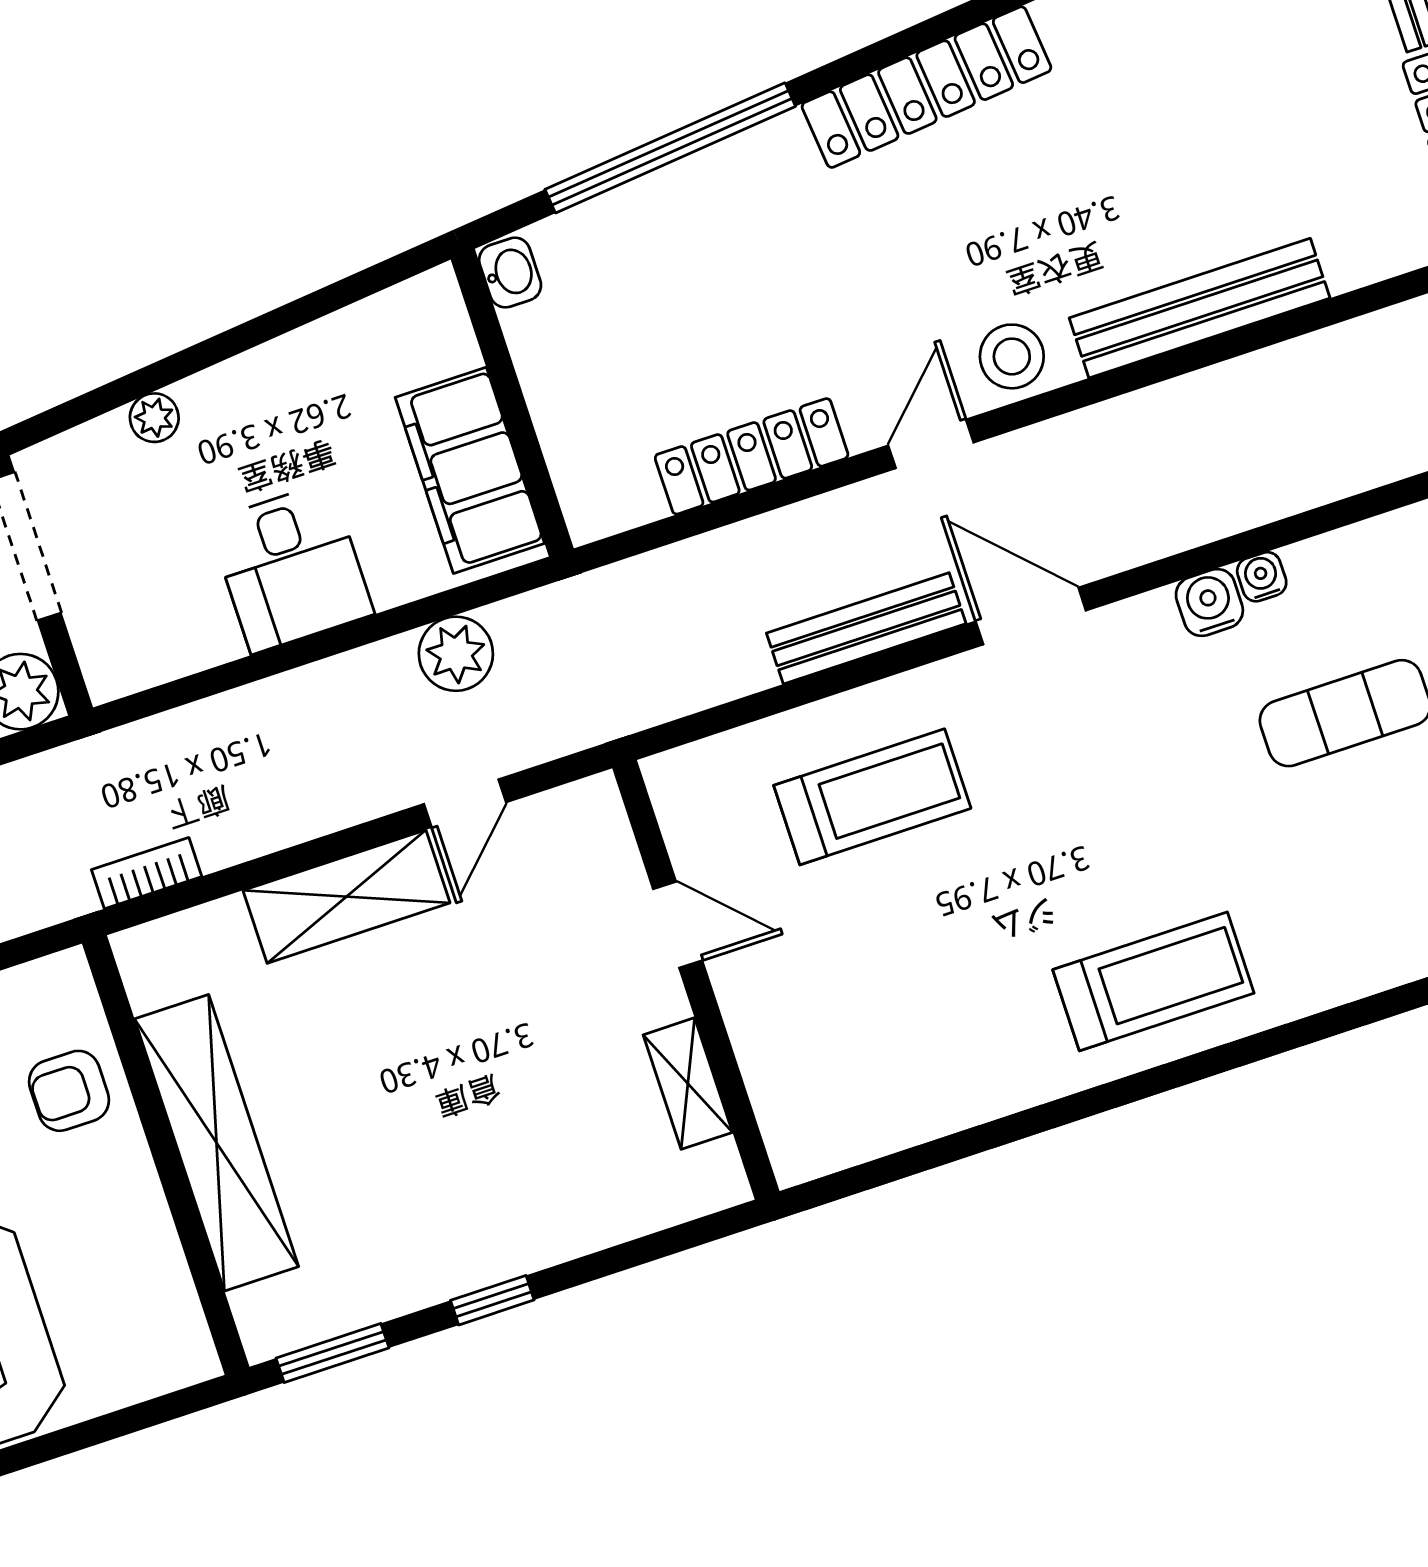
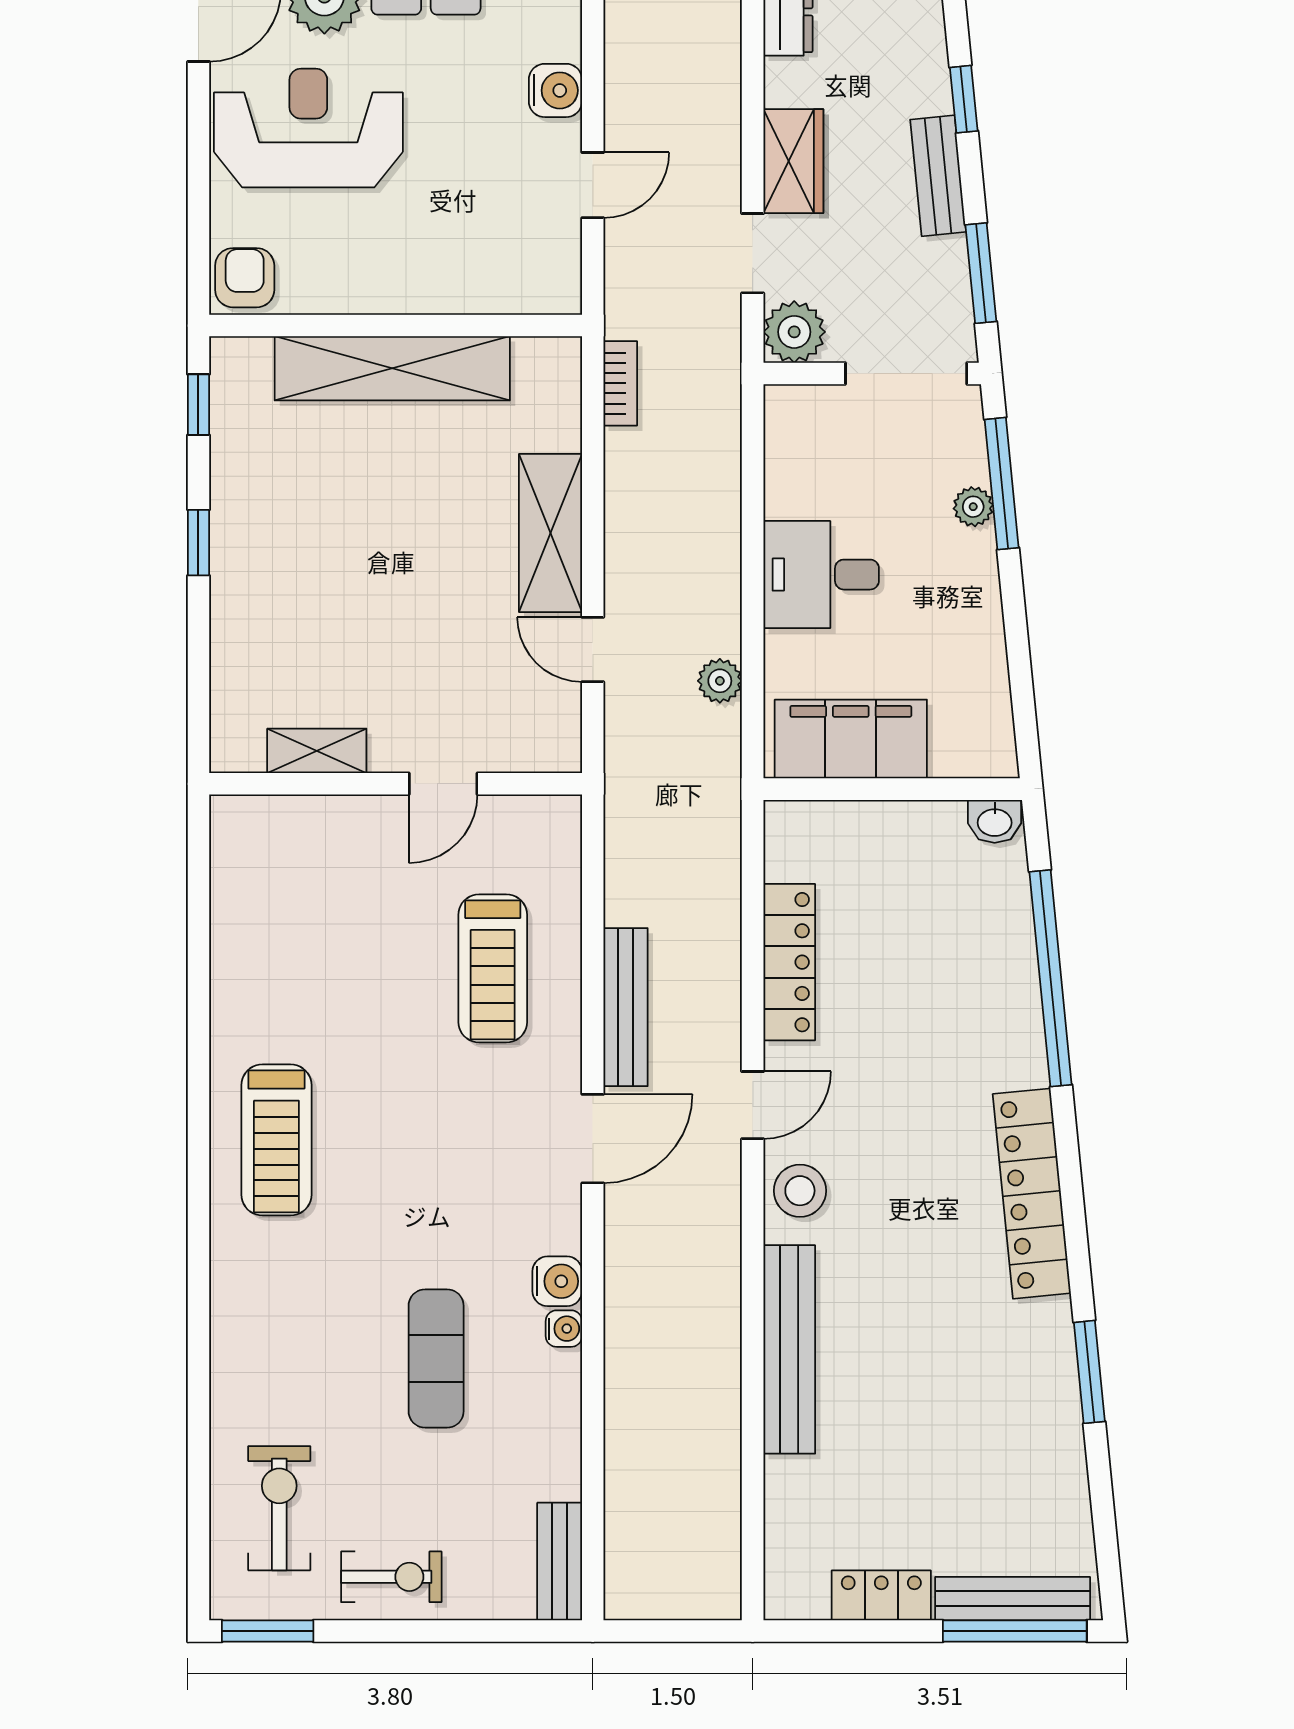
window: (117, 394) -> (1002, 484), added
door: (931, 444) -> (753, 1105), hinge flipped
plant: (456, 654) -> (720, 681), width x0.73, depth x0.73
armchair: (69, 1091) -> (245, 278), moved
window: (333, 1353) -> (198, 405), width x0.67

